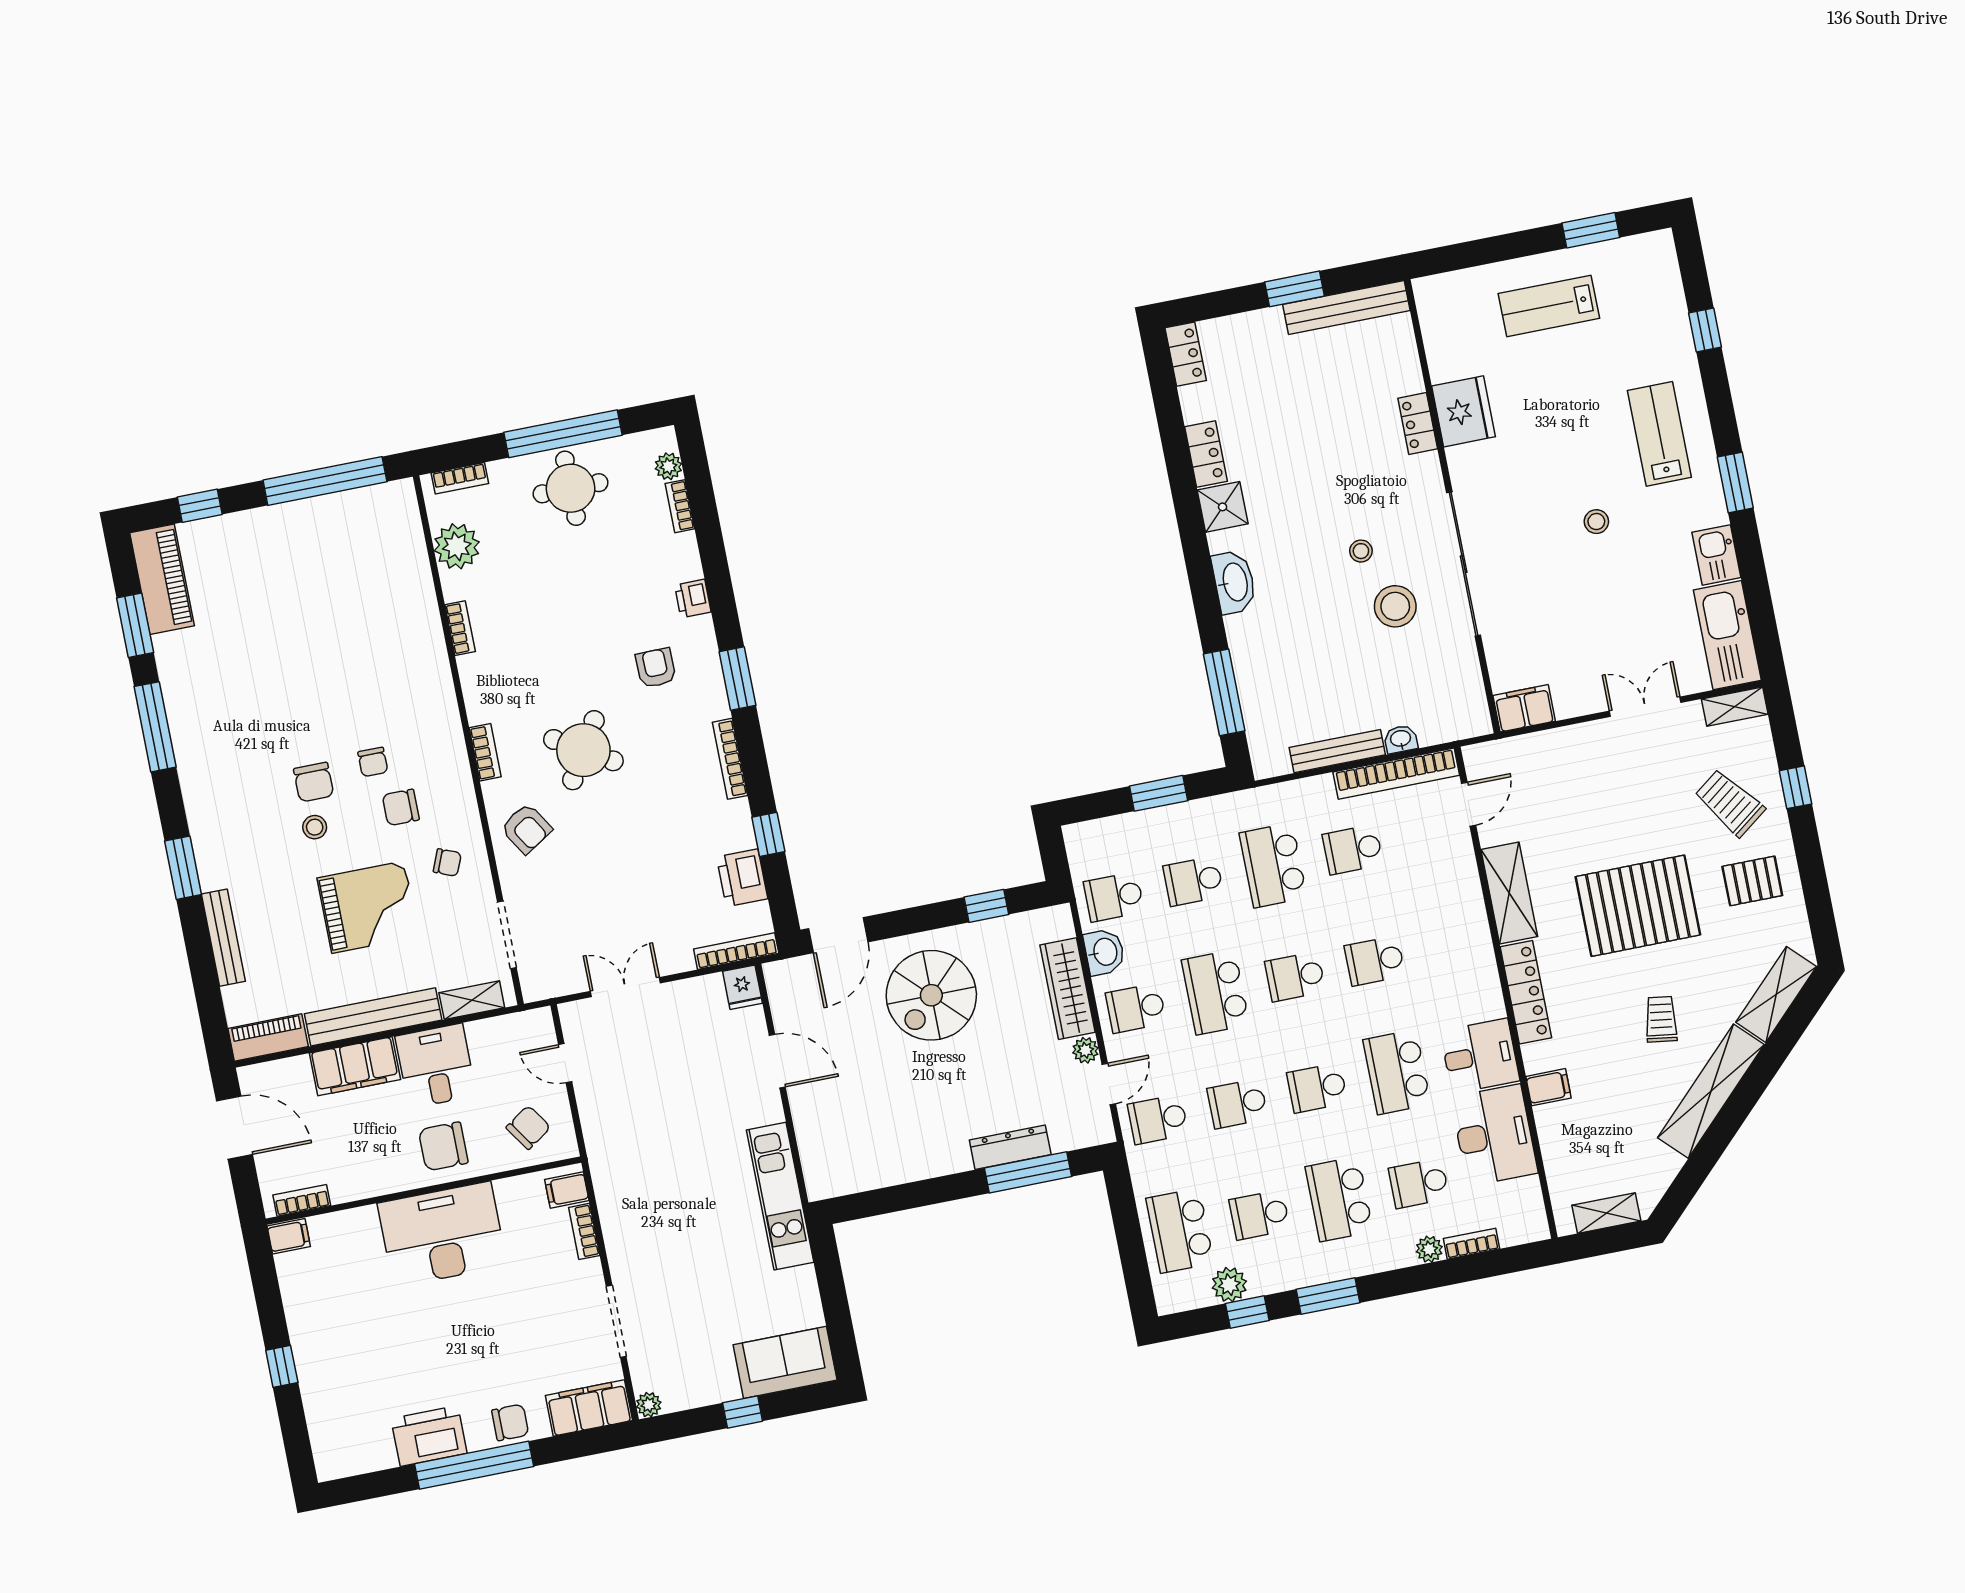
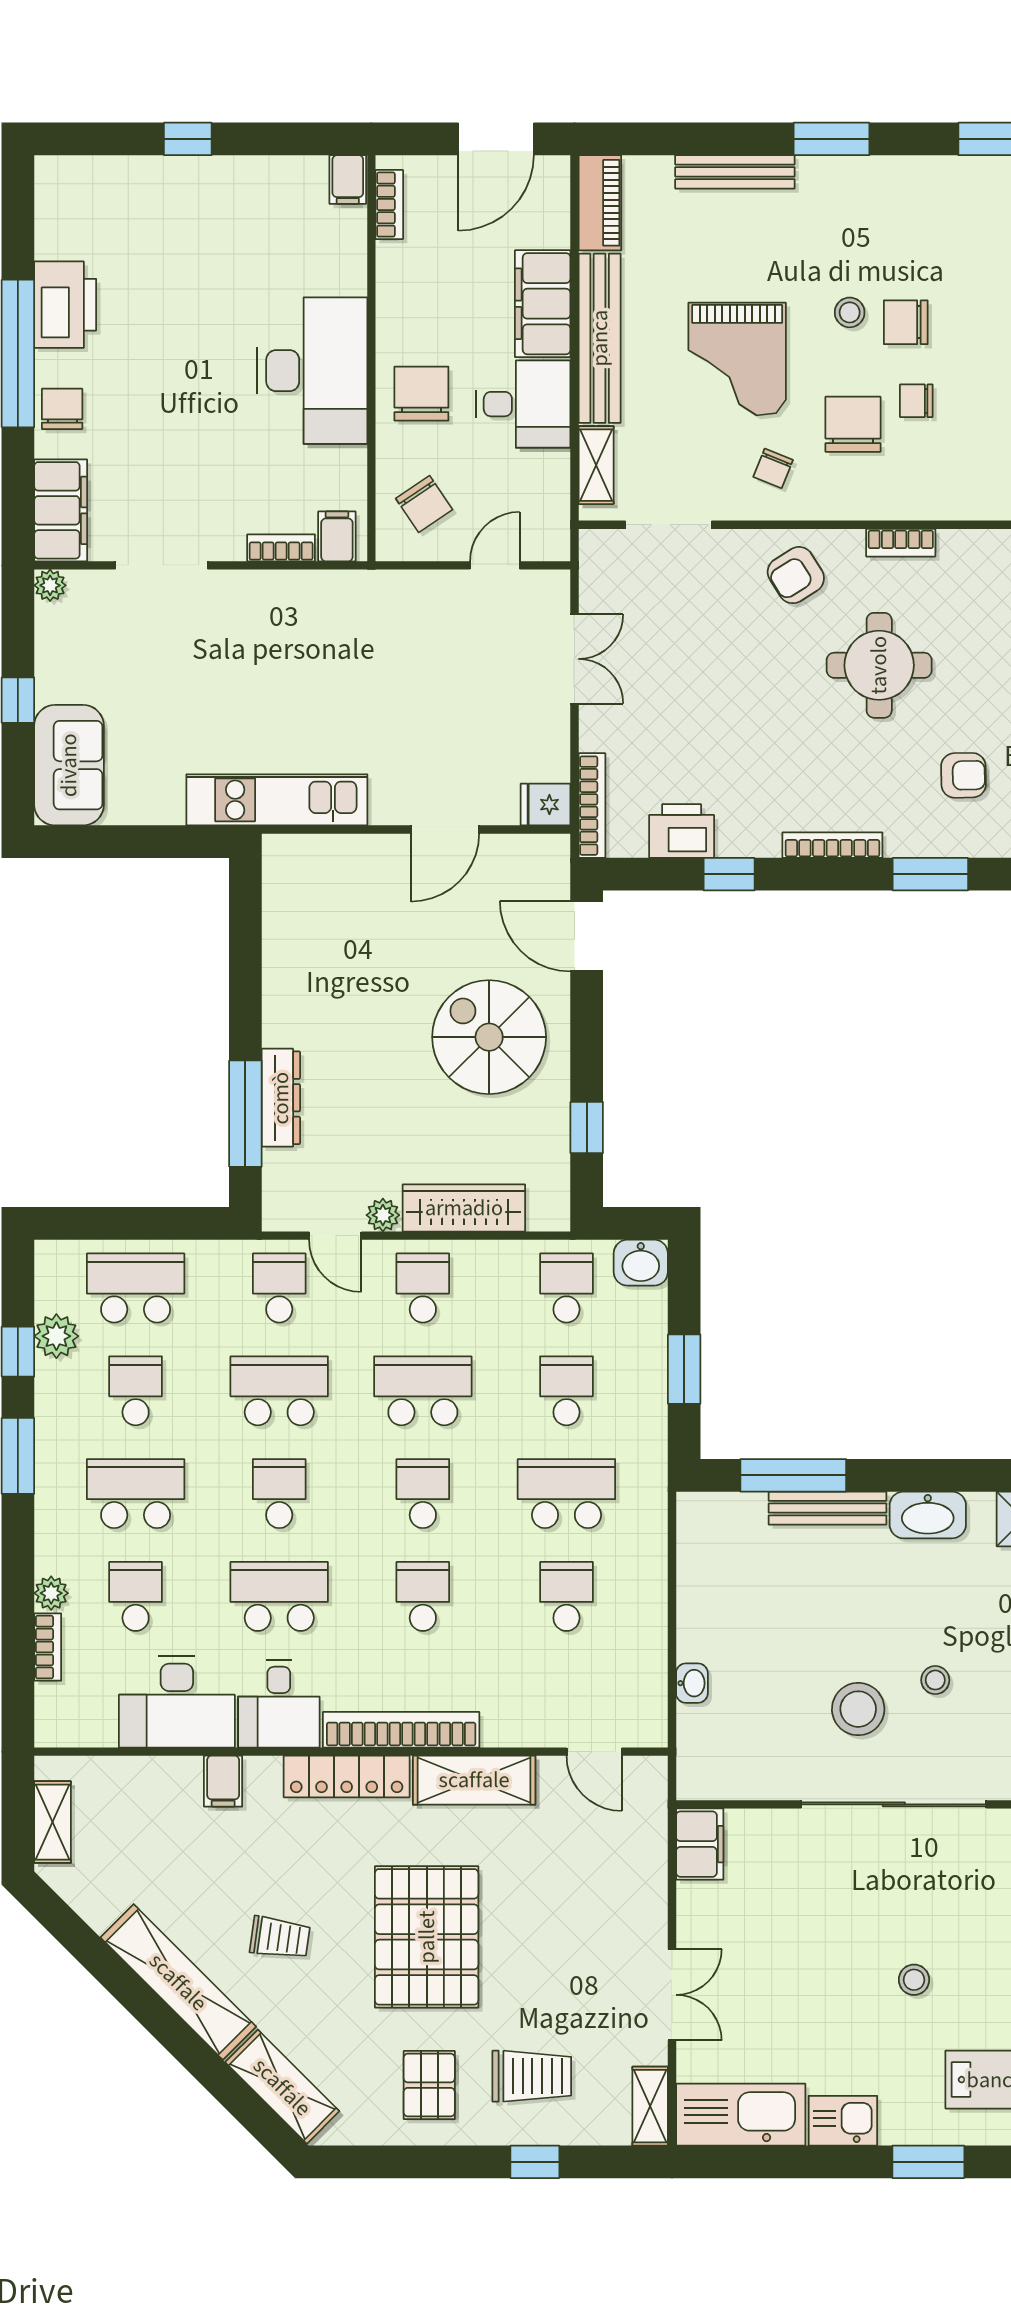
round table: (583, 750) -> (879, 665), turned -31
bench: (1337, 751) -> (827, 1508), moved, turned 90
bookcase: (1396, 774) -> (401, 1730), moved, turned 90
trolley: (1730, 803) -> (532, 2076), turned 37
chair: (401, 807) -> (853, 424), width x1.37, depth x1.37
washbasin: (1104, 952) -> (641, 1263), moved
school desk: (1238, 1104) -> (279, 1391), width x1.85
chair: (510, 1422) -> (62, 409), turned 180

